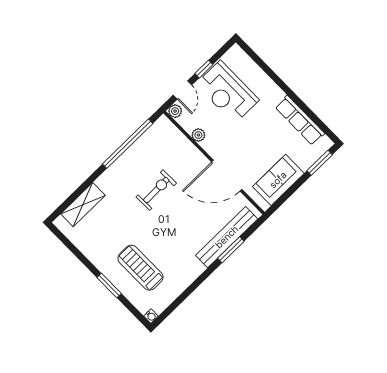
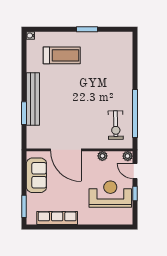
door: (227, 176) -> (66, 150), swing flipped
exercise bike: (156, 190) -> (116, 125), moved
shelving: (83, 205) -> (126, 58), removed
bench: (227, 237) -> (33, 99), moved
window: (109, 285) -> (87, 29), moved

